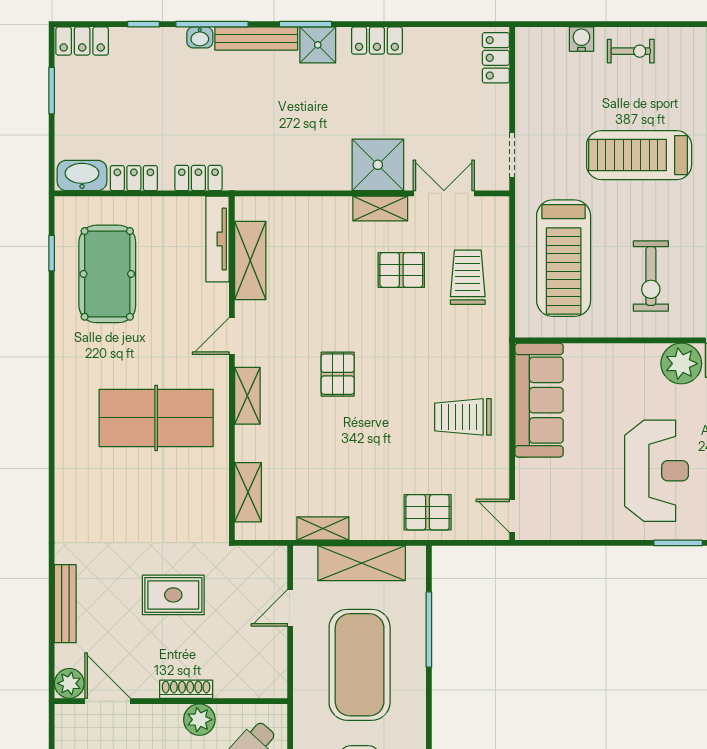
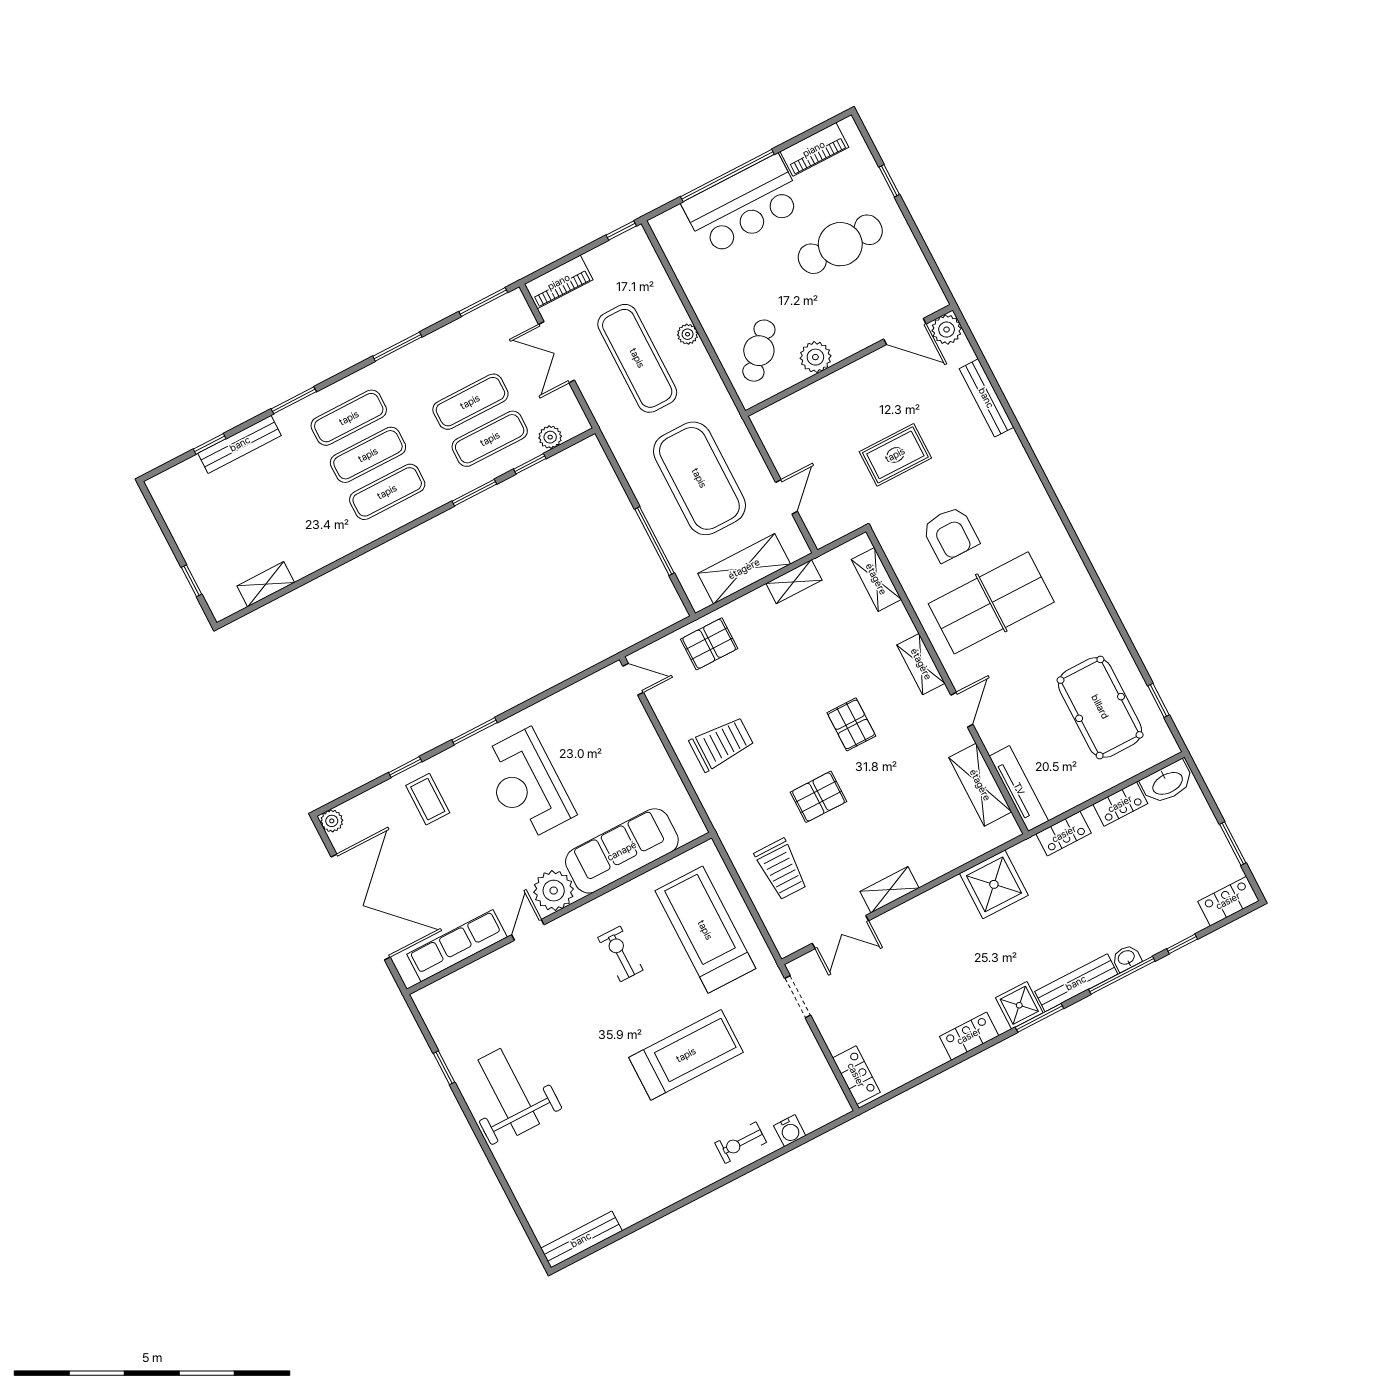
shower: (378, 165) -> (994, 884), moved
pallet: (401, 270) -> (818, 797), moved
exercise bike: (651, 276) -> (620, 954), width x0.73, depth x0.72
sofa: (539, 400) -> (622, 851), moved, turned 90
armchair: (161, 499) -> (950, 534), added
shoe rack: (186, 689) -> (841, 378), removed

